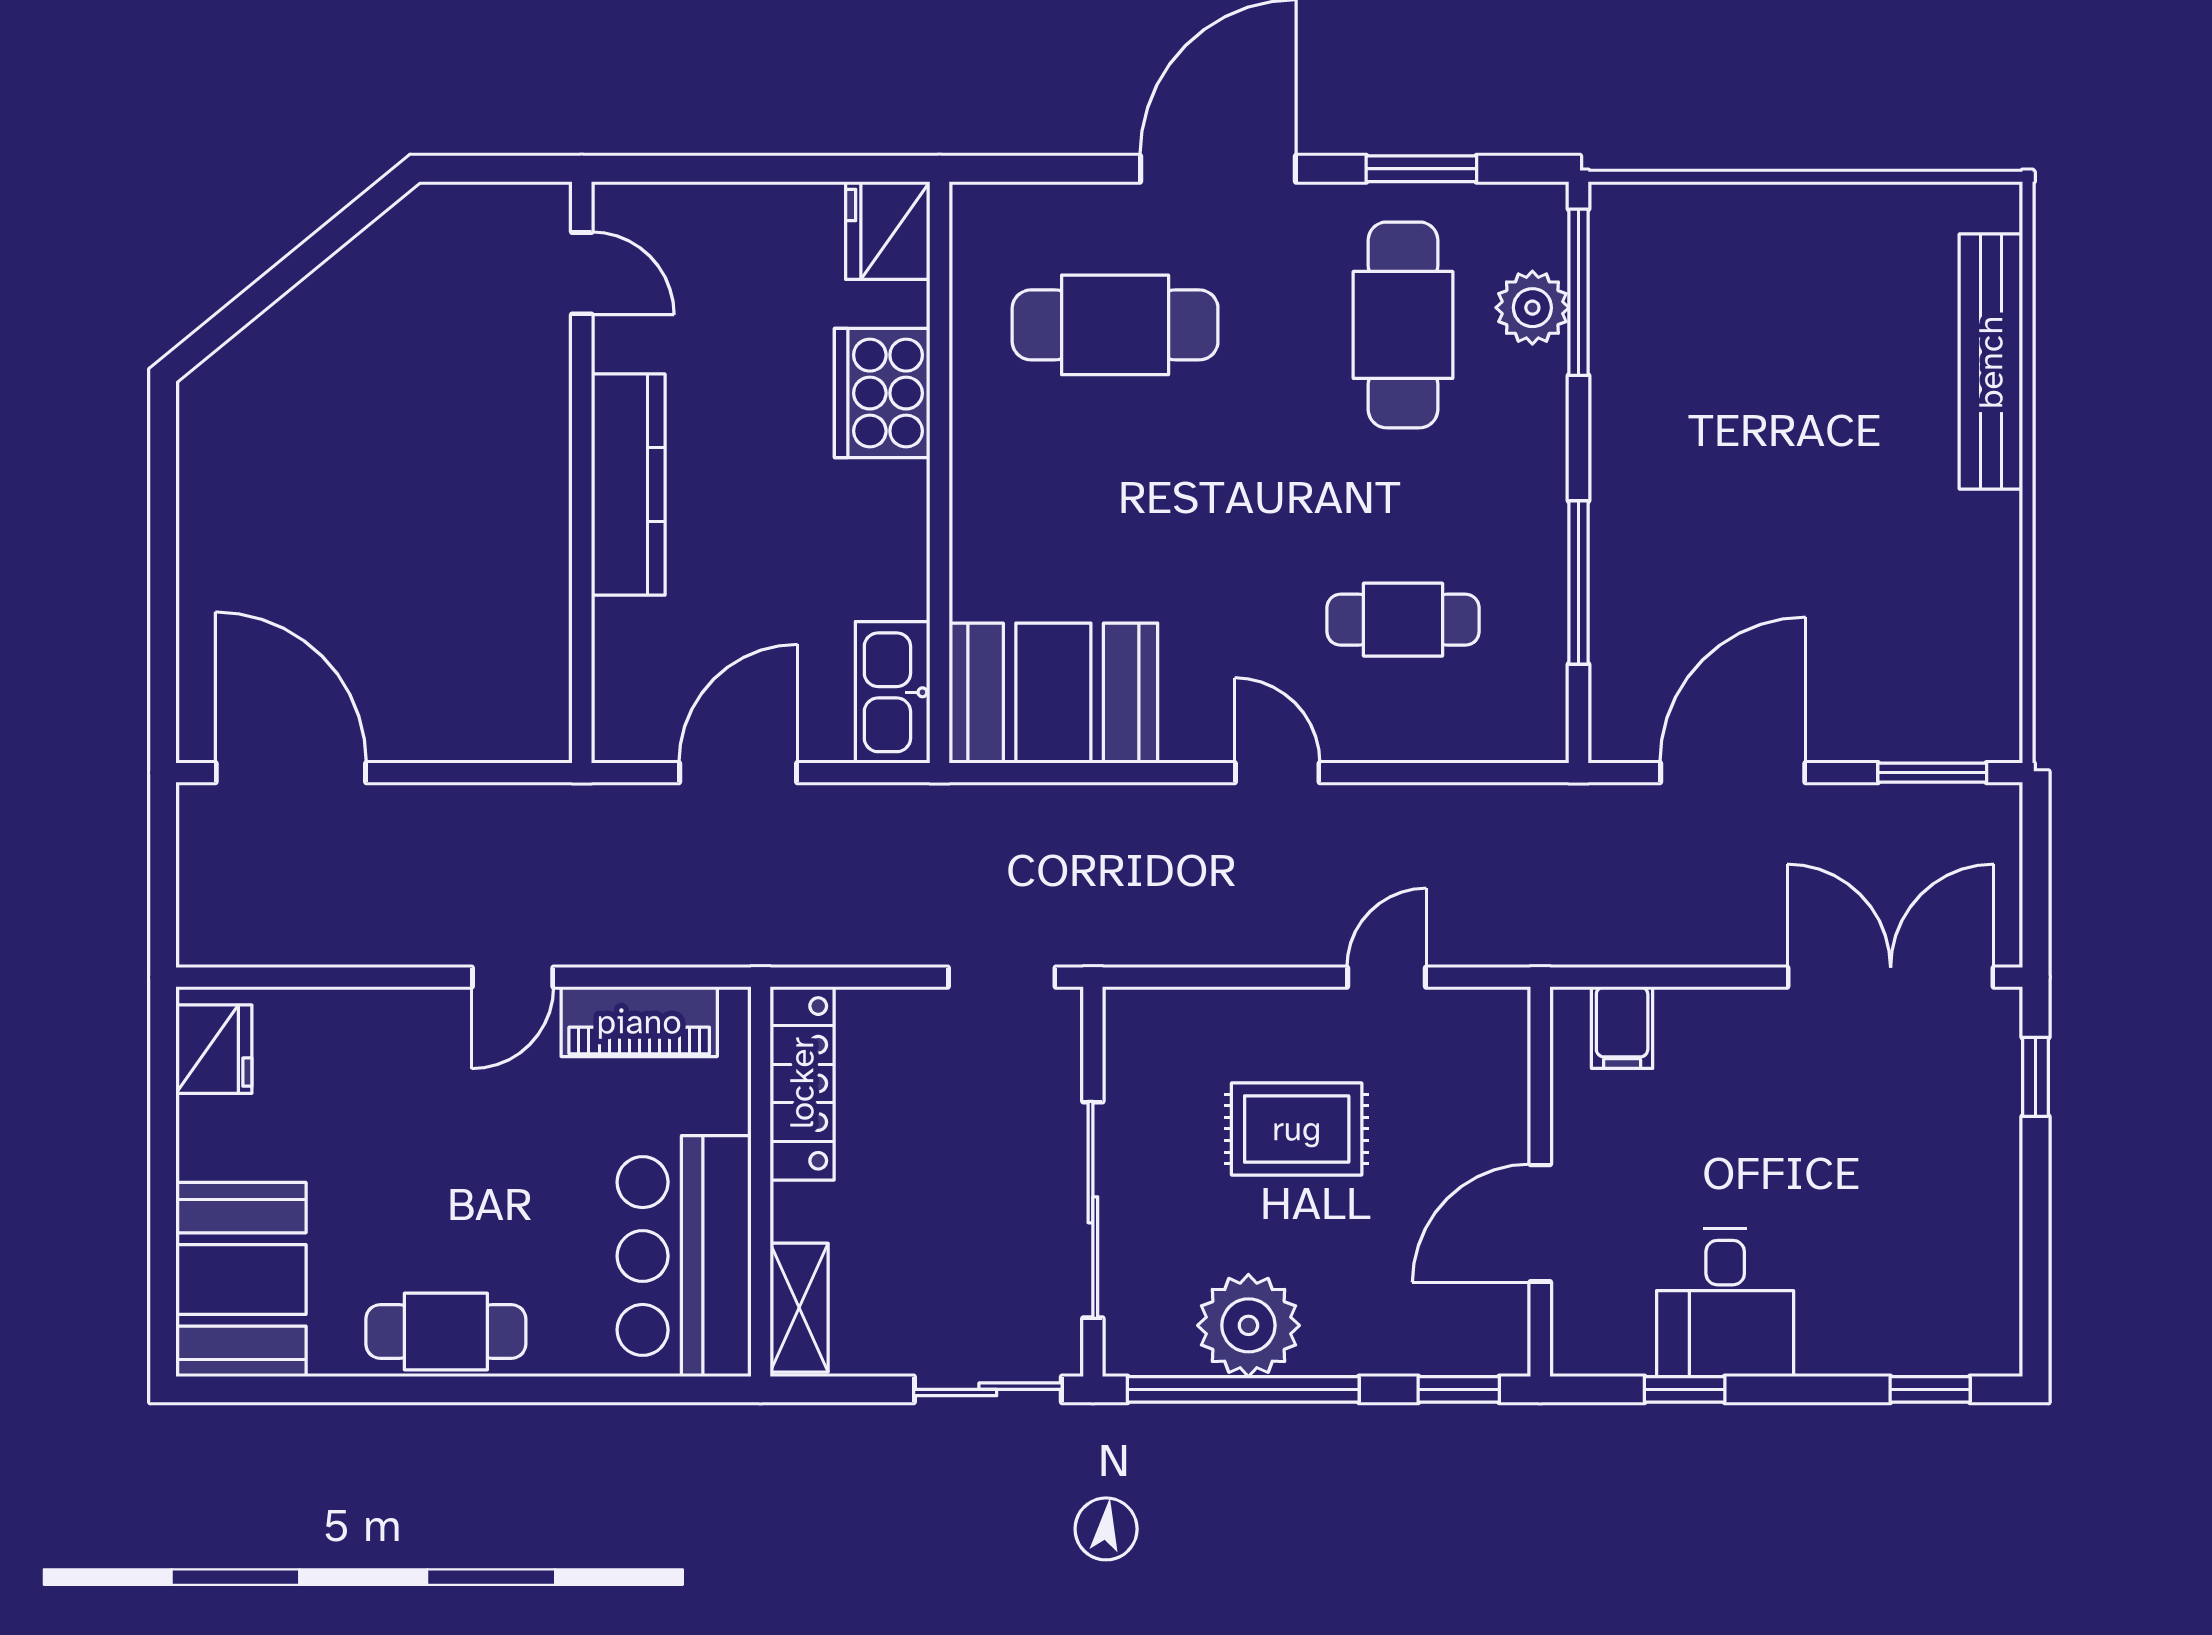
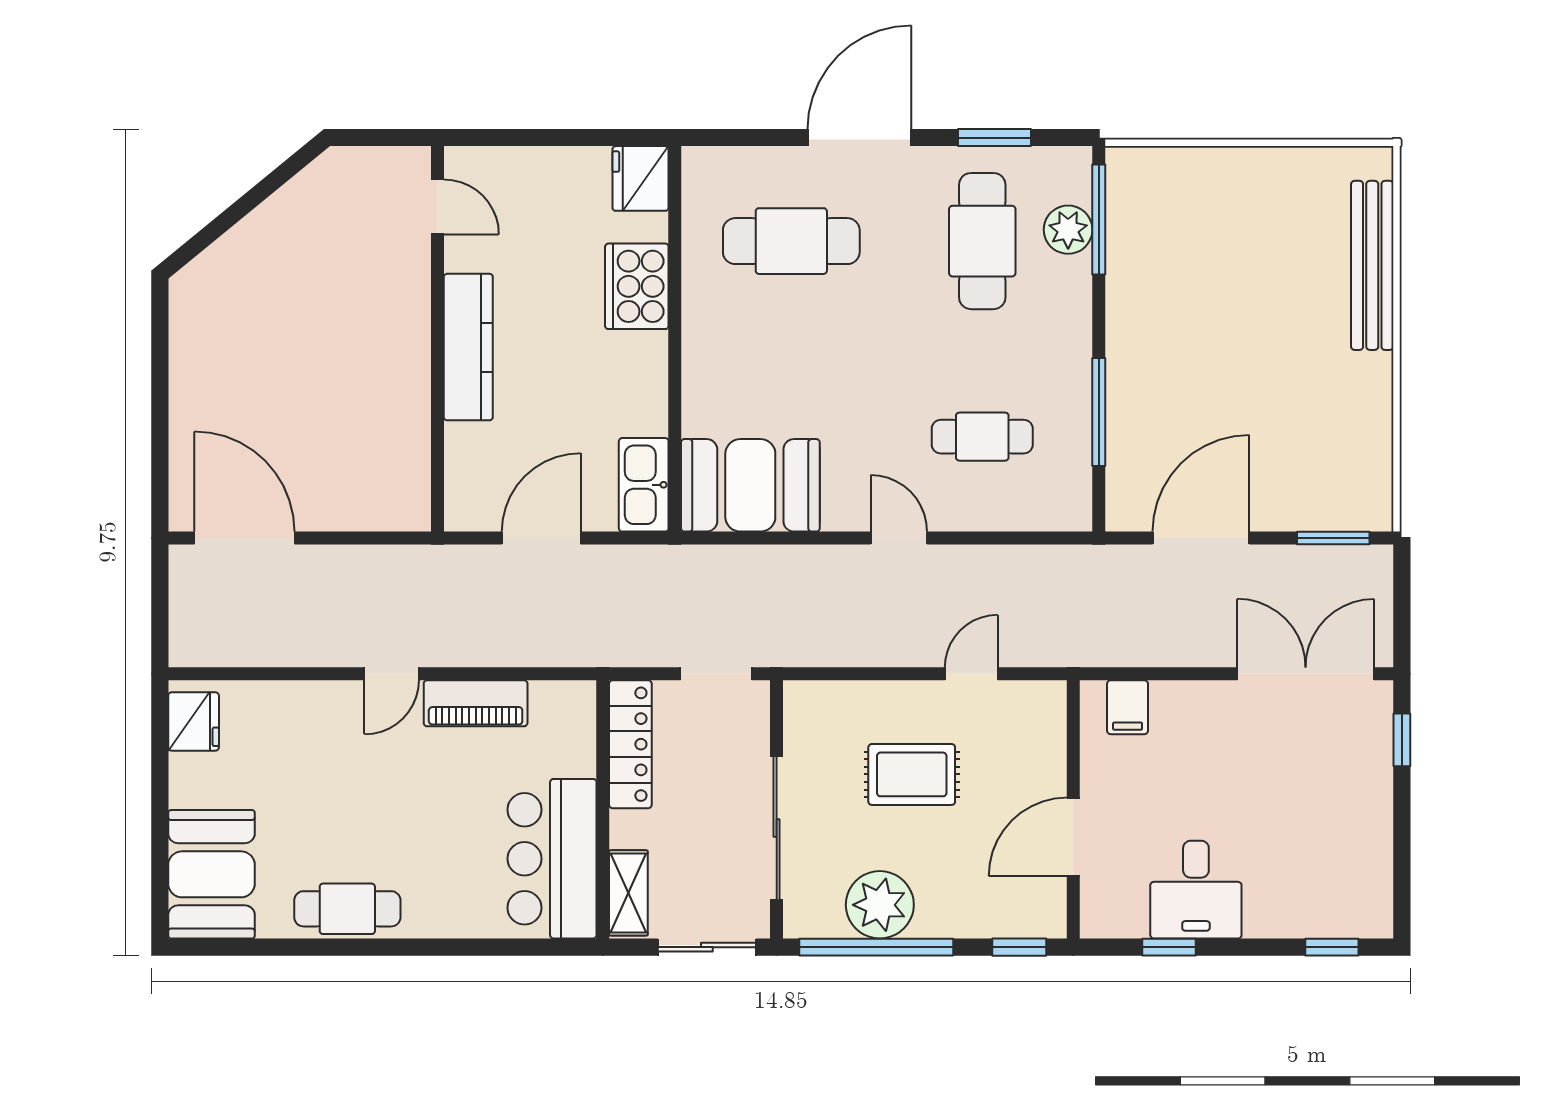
locker: (802, 1083) -> (630, 744), moved
wall: (761, 1182) -> (603, 809), moved
bar counter: (684, 1256) -> (552, 859), moved
shelving: (799, 1308) -> (628, 893), moved

